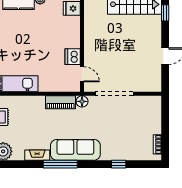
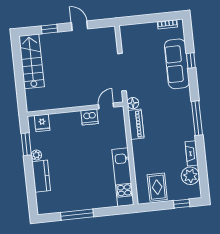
window: (165, 13) -> (49, 29), moved
sofa: (75, 150) -> (177, 64), moved
fireplace: (37, 155) -> (192, 153), moved

